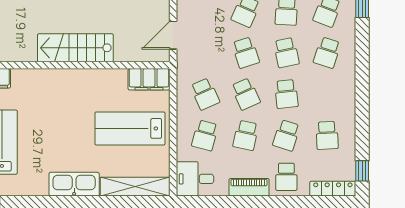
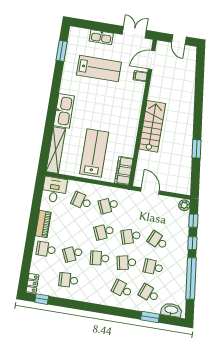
school desk: (246, 135) -> (77, 227), removed
school desk: (286, 135) -> (73, 254), turned -42
locker: (333, 189) -> (32, 283), width x0.66

